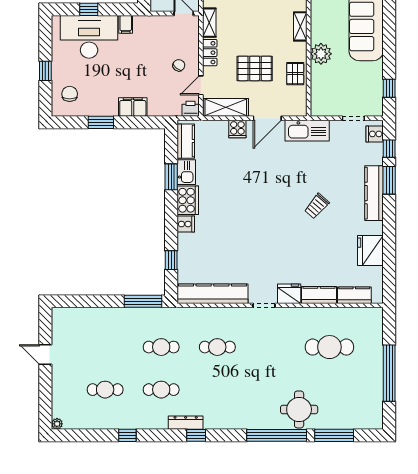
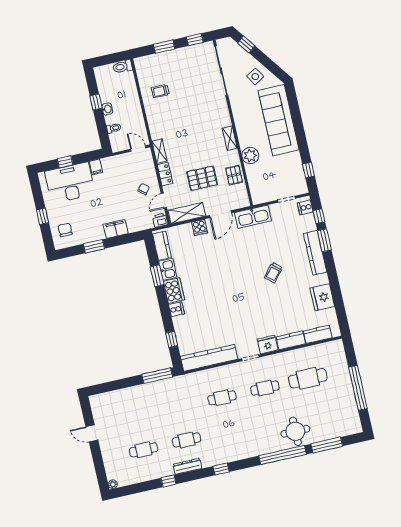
cafe table: (161, 347) -> (265, 388), moved
dresser: (186, 423) -> (187, 466), moved

